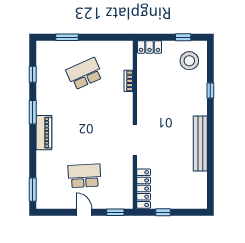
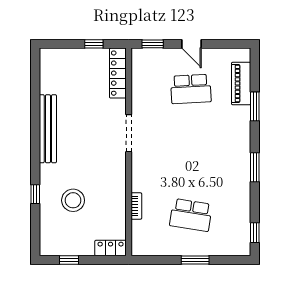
window: (67, 37) -> (195, 260), moved
stool: (189, 61) -> (73, 200), moved
window: (33, 74) -> (255, 233), moved
school desk: (84, 74) -> (191, 215), turned 33
piano: (44, 133) -> (241, 83), moved
window: (33, 190) -> (255, 106), moved

